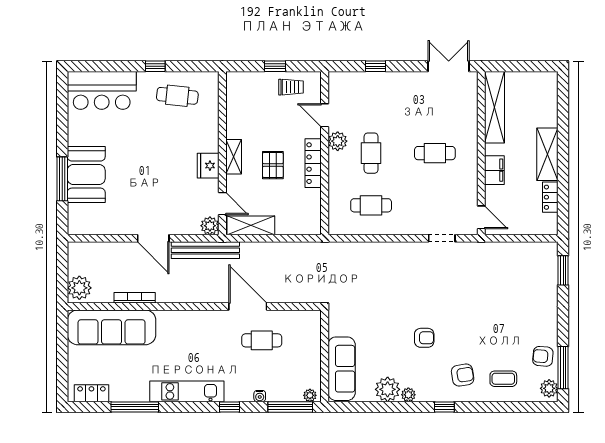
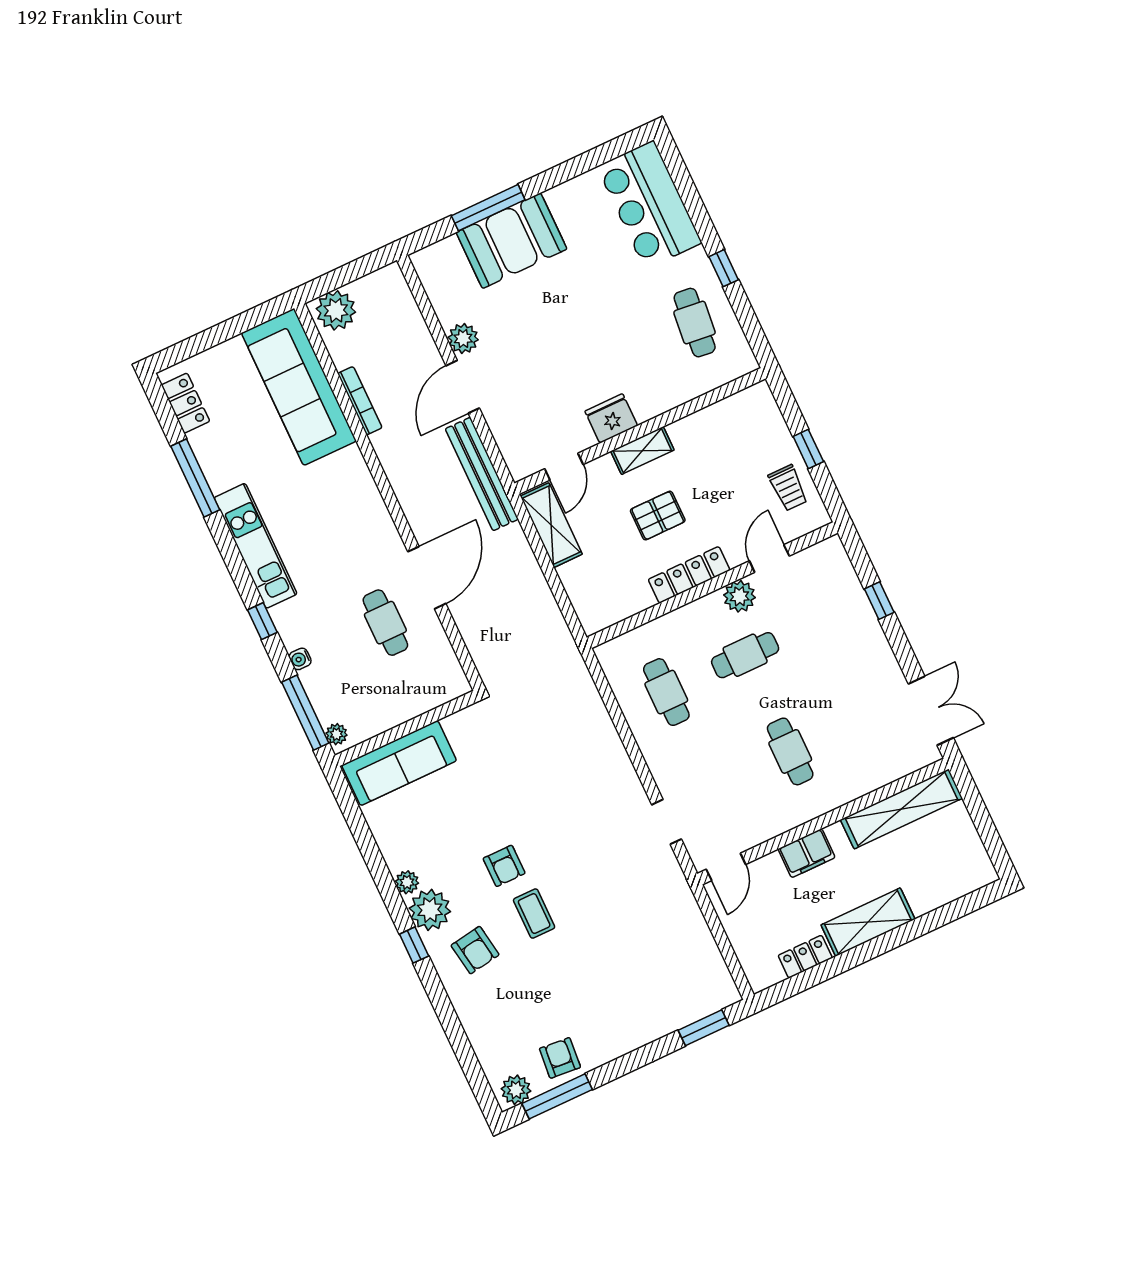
plant: (210, 226) -> (463, 338), moved
coffee table: (503, 379) -> (534, 914), moved
plant: (388, 389) -> (430, 910), moved

